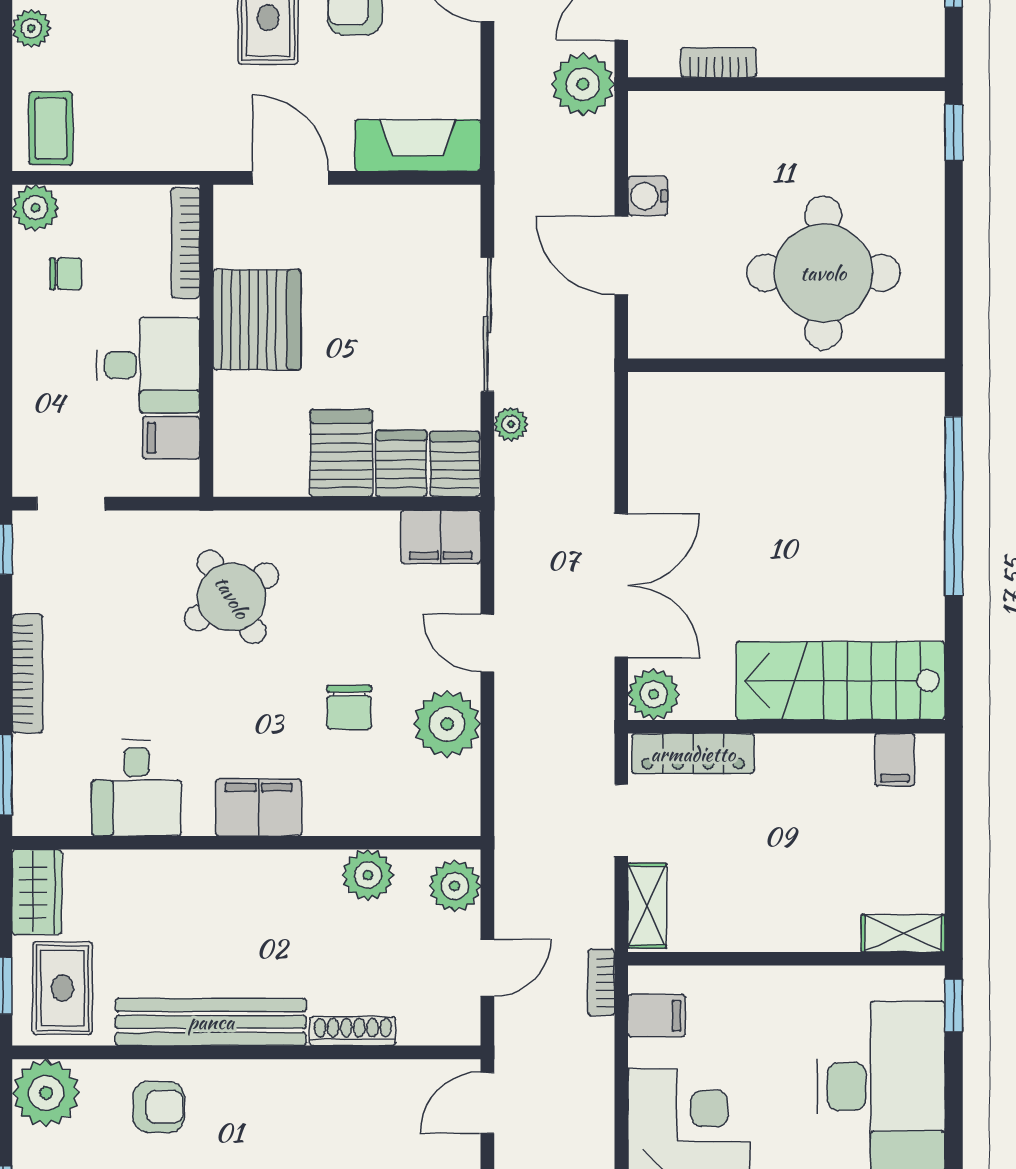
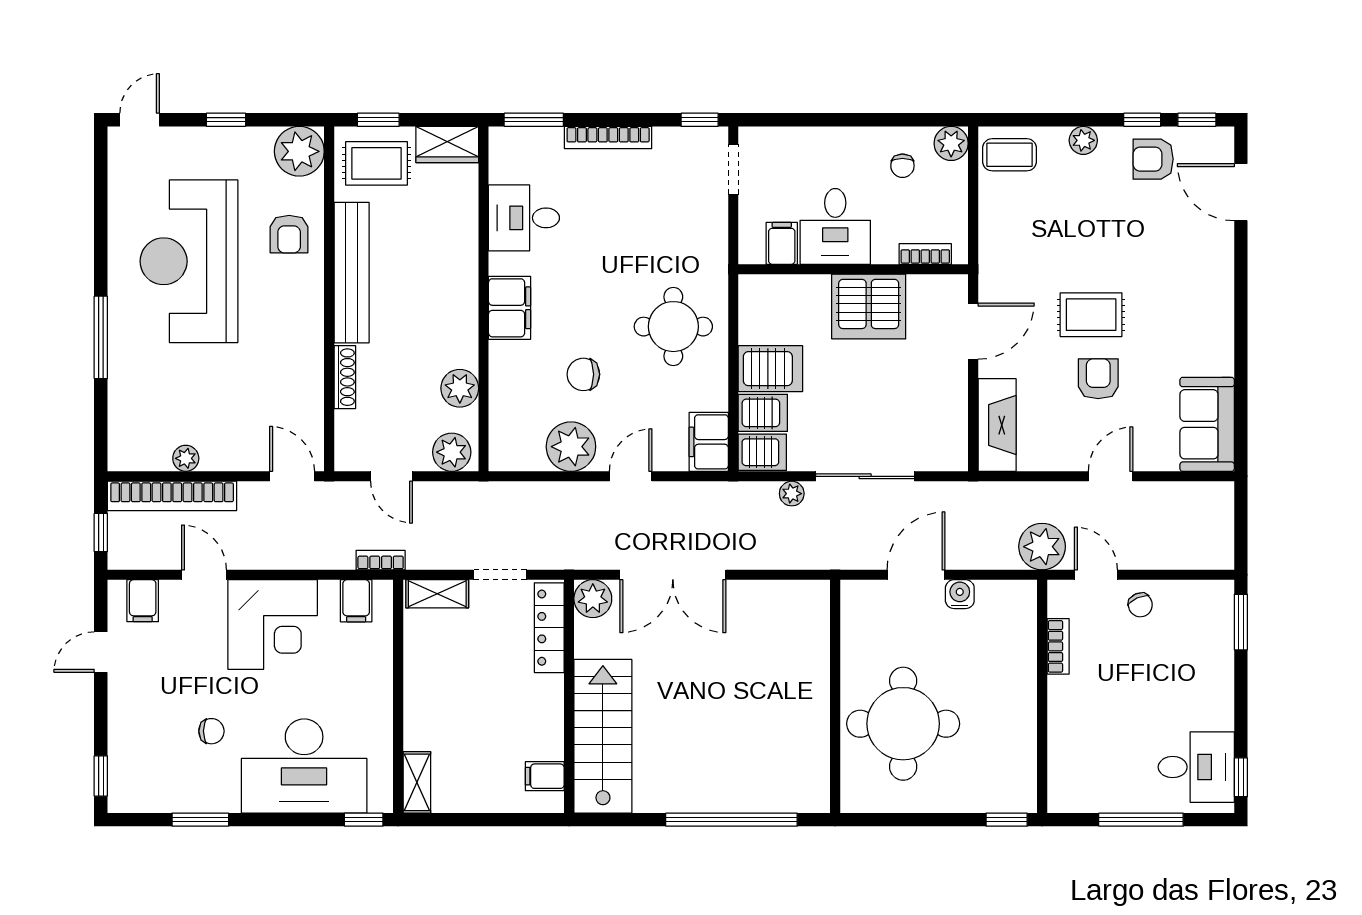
bookcase: (185, 243) -> (925, 254), width x0.64
round table: (232, 597) -> (673, 327), moved, turned 32

